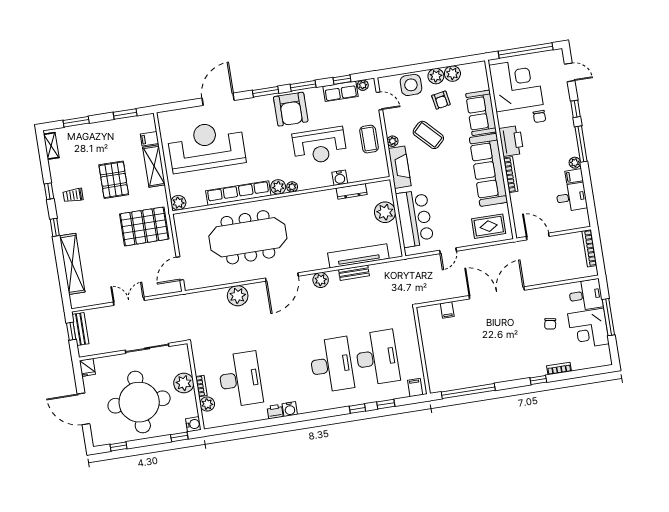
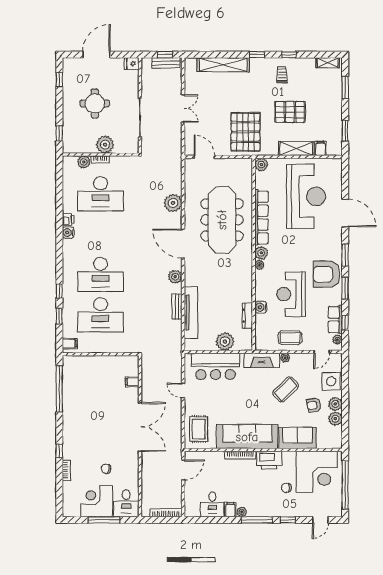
round table: (139, 402) -> (95, 103), width x0.54, depth x0.54
water cooler: (193, 424) -> (68, 147), removed

